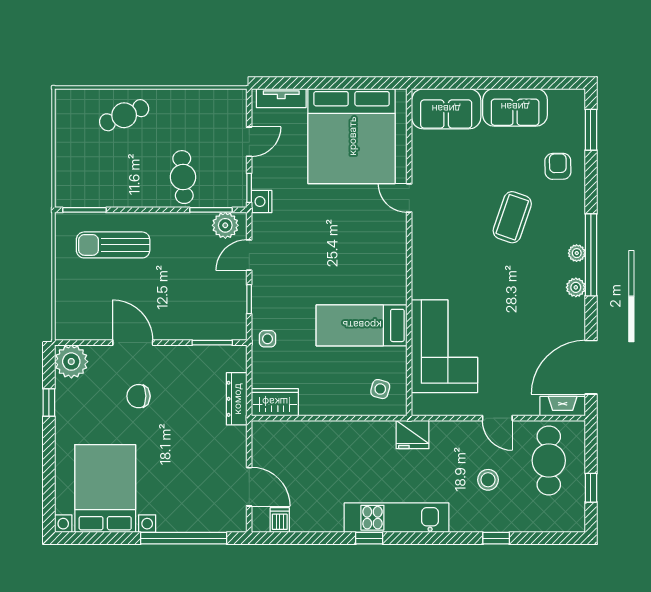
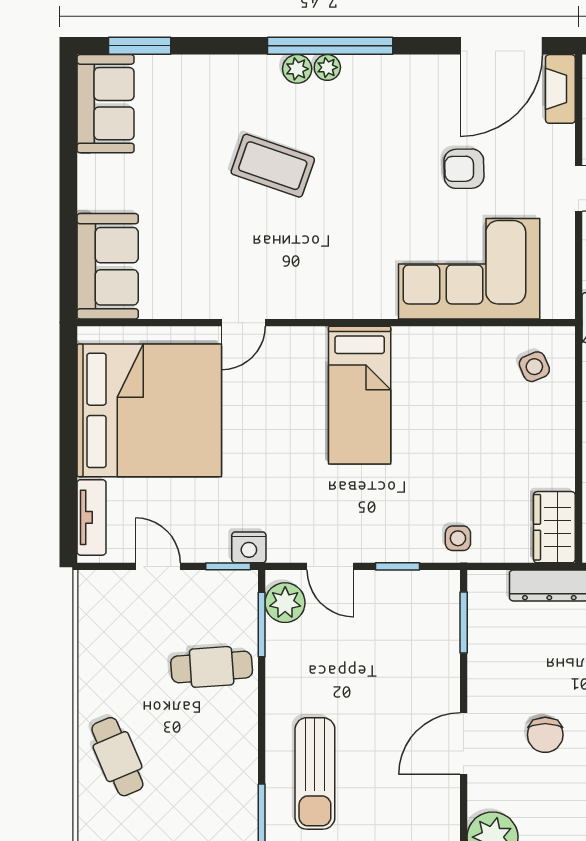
sofa: (515, 107) -> (106, 104), moved
armchair: (558, 166) -> (464, 169), moved
plant: (576, 287) -> (297, 69), moved
bed: (362, 325) -> (360, 395), moved
door: (591, 367) -> (501, 46), hinge flipped
side table: (380, 389) -> (534, 367), turned -38

